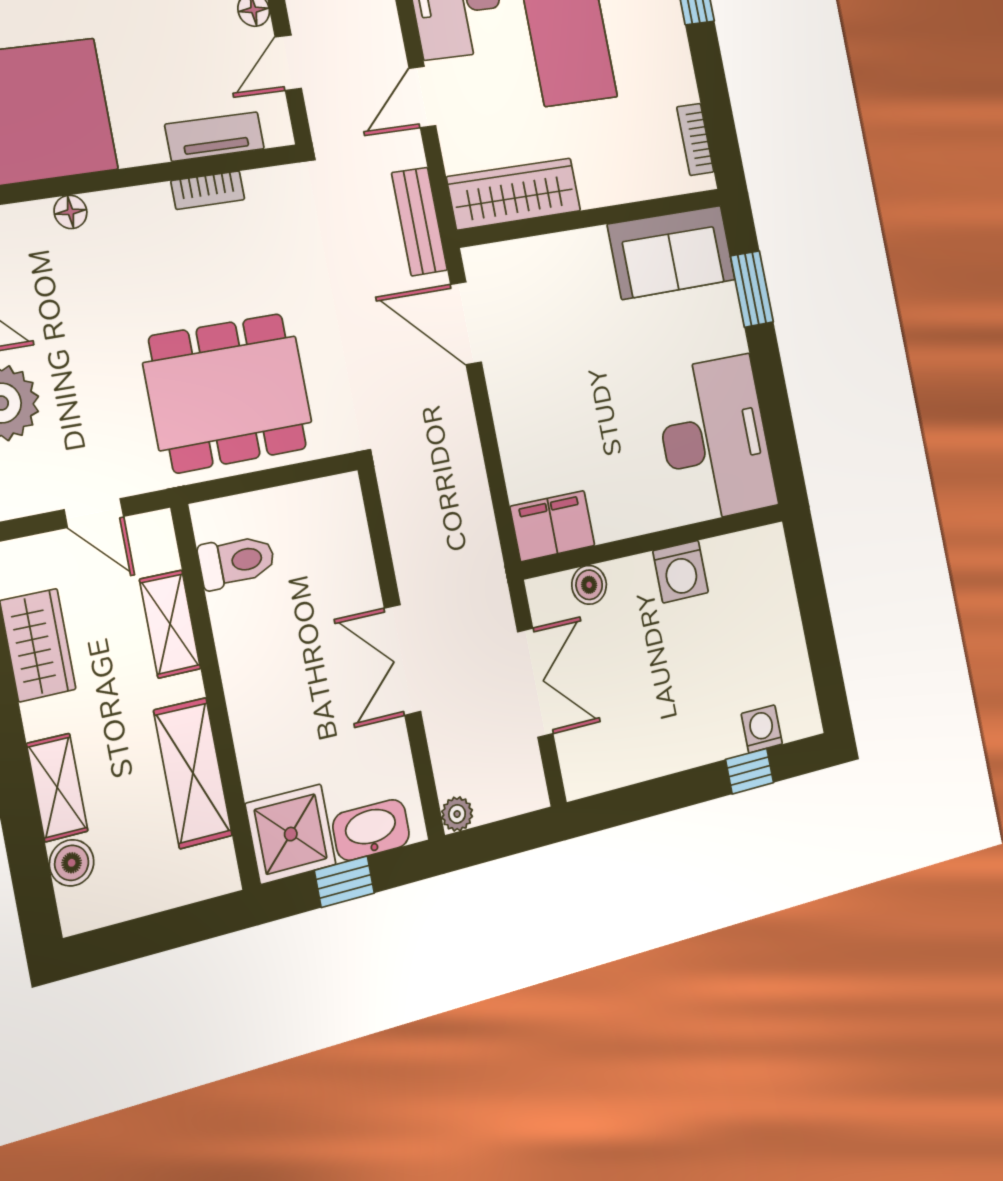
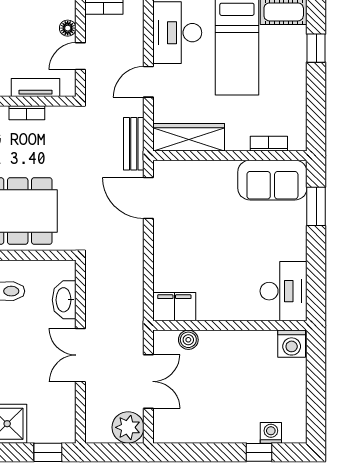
bookcase: (695, 139) -> (269, 144), moved, turned 90
desk: (715, 439) -> (284, 291), width x0.73, depth x0.77
washing machine: (681, 572) -> (292, 344), moved
plant: (457, 814) -> (128, 427), moved, width x1.88, depth x1.88
washbasin: (371, 830) -> (64, 300), moved, turned -90
window: (344, 882) -> (48, 452), moved

